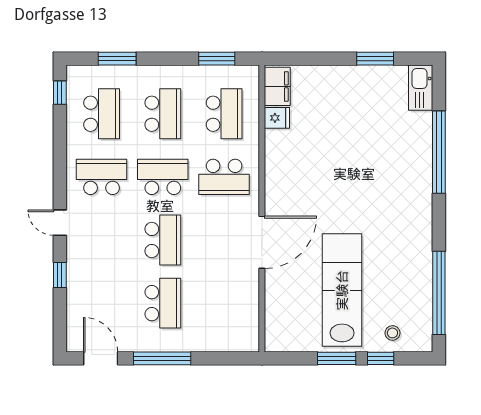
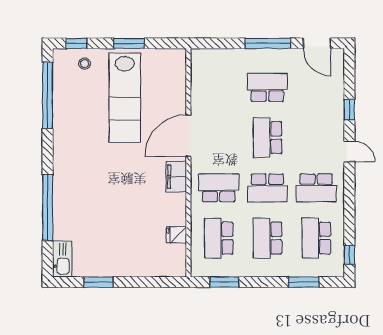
filing cabinet: (277, 86) -> (176, 177), moved
school desk: (163, 303) -> (267, 87), turned 90
window: (381, 358) -> (76, 43), moved

